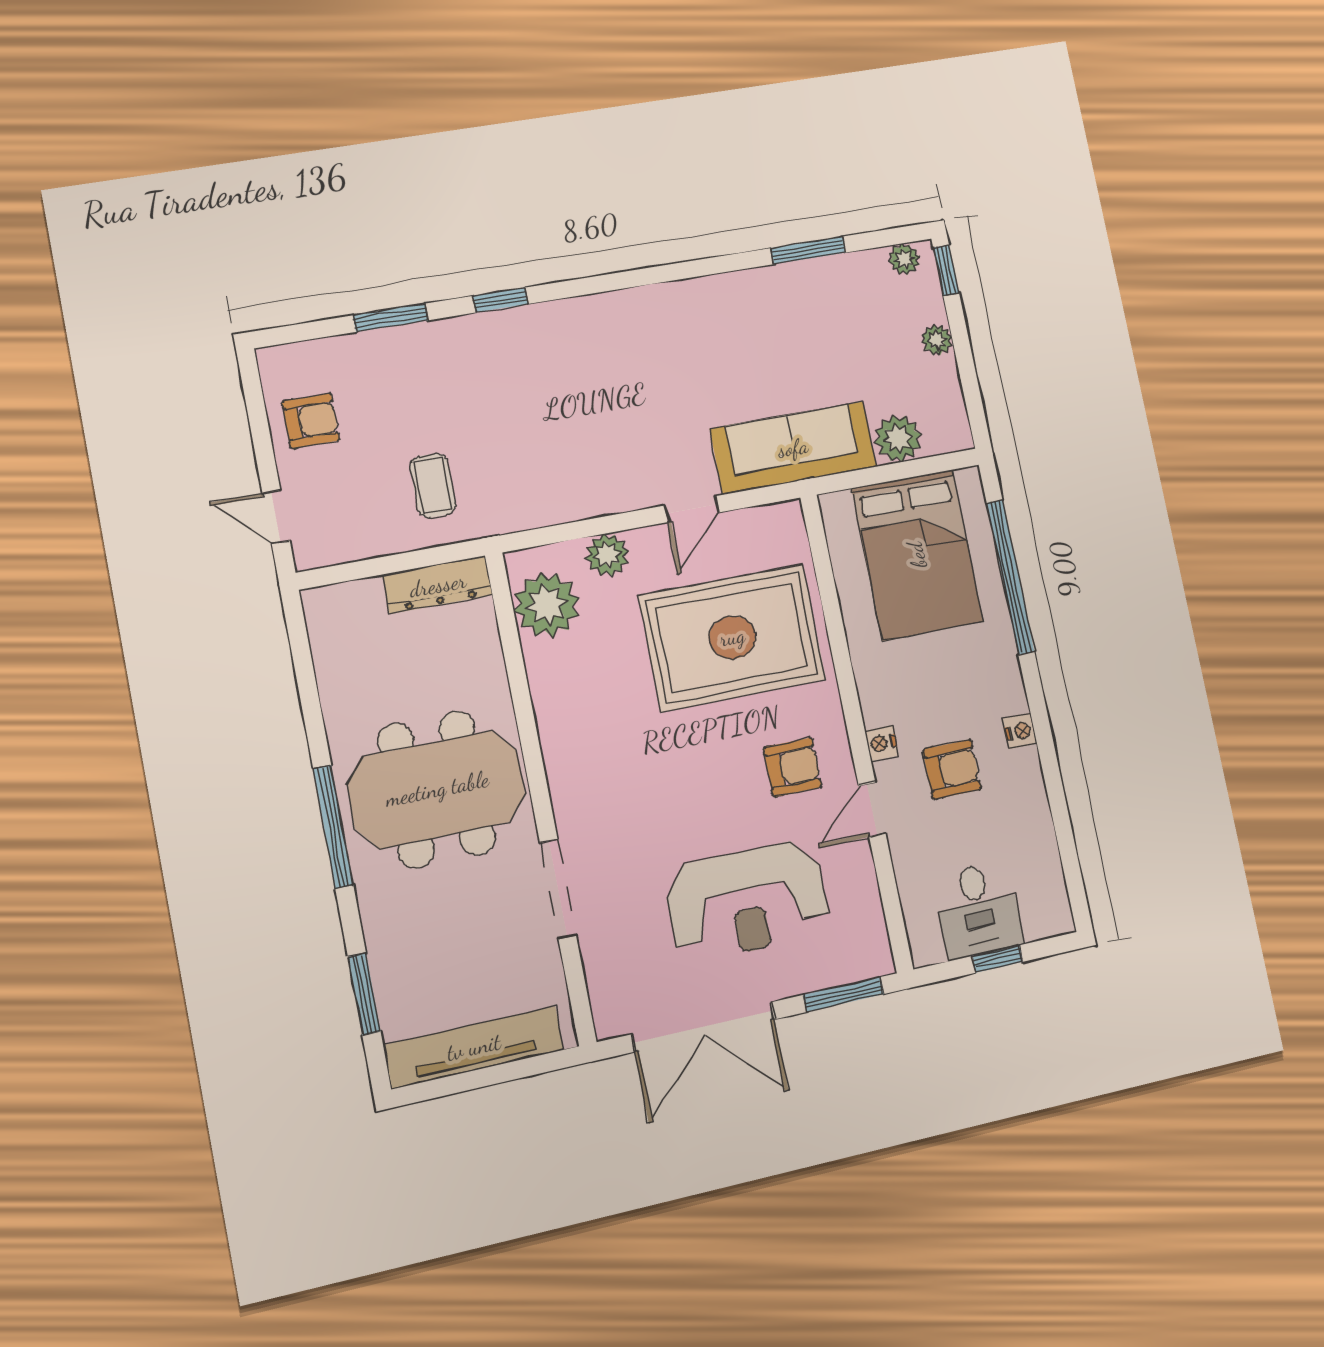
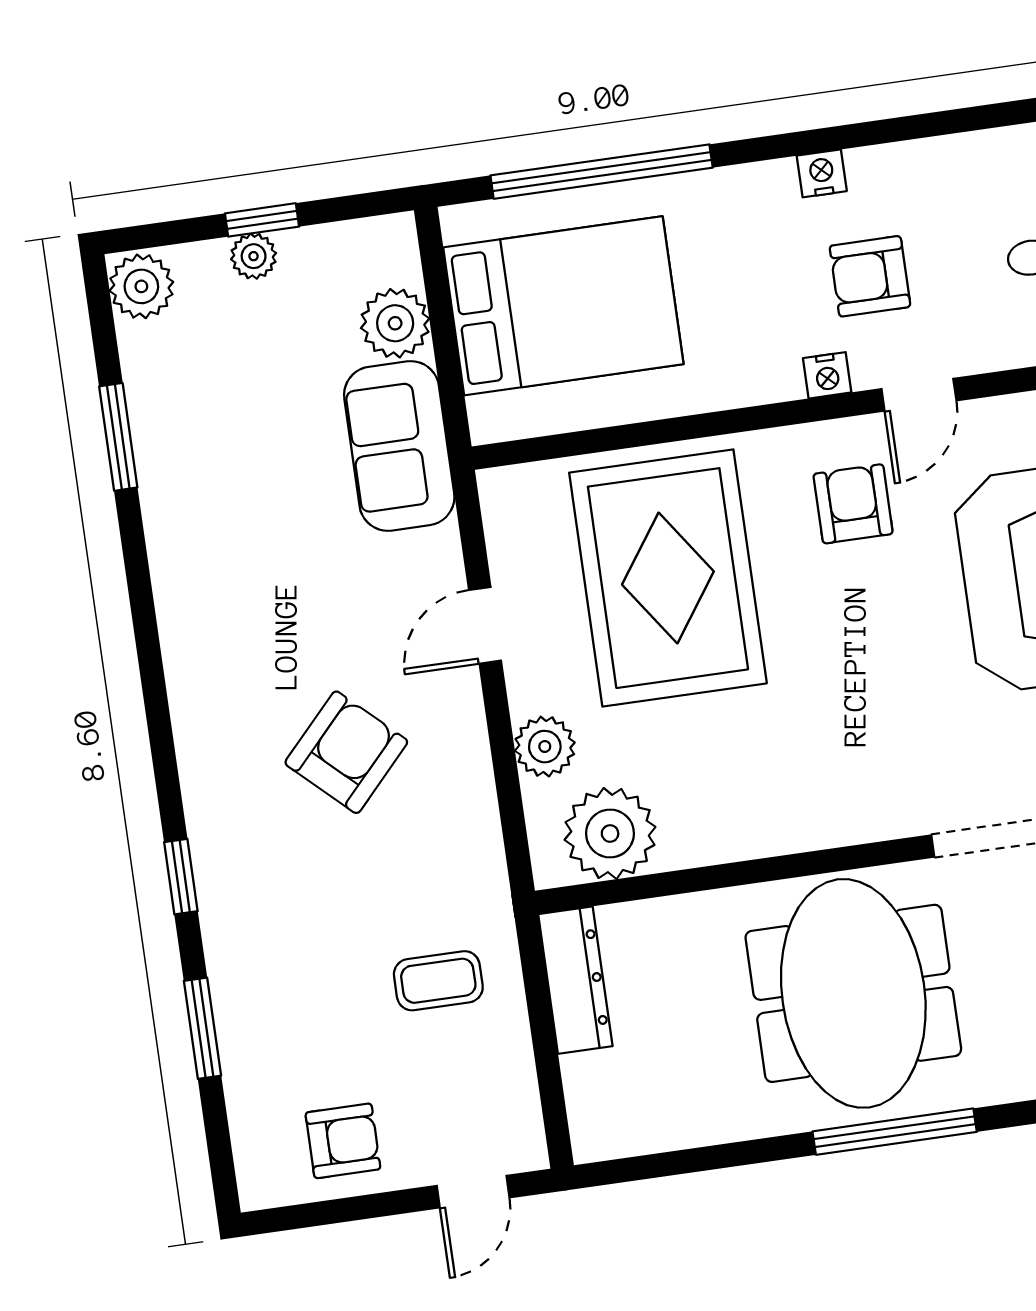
plant: (904, 259) -> (141, 286), width x1.38, depth x1.38
window: (946, 270) -> (262, 220), moved
armchair: (596, 414) -> (346, 752), added
armchair: (311, 421) -> (343, 1141), turned 90
sofa: (793, 448) -> (399, 446), width x0.73
door: (692, 509) -> (485, 625), swing flipped
armchair: (952, 769) -> (870, 276), turned -90
door: (872, 810) -> (919, 395), hinge flipped

